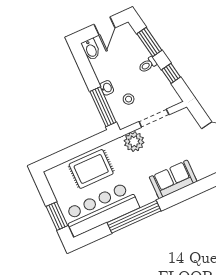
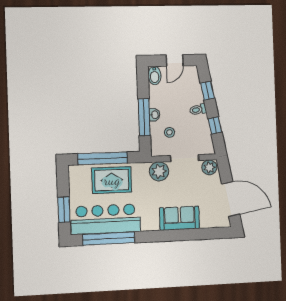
window: (149, 42) -> (208, 91), width x0.67
window: (103, 107) -> (144, 117), moved
plant: (182, 117) -> (209, 167), added
window: (74, 151) -> (103, 158), added
window: (134, 217) -> (109, 239), moved

